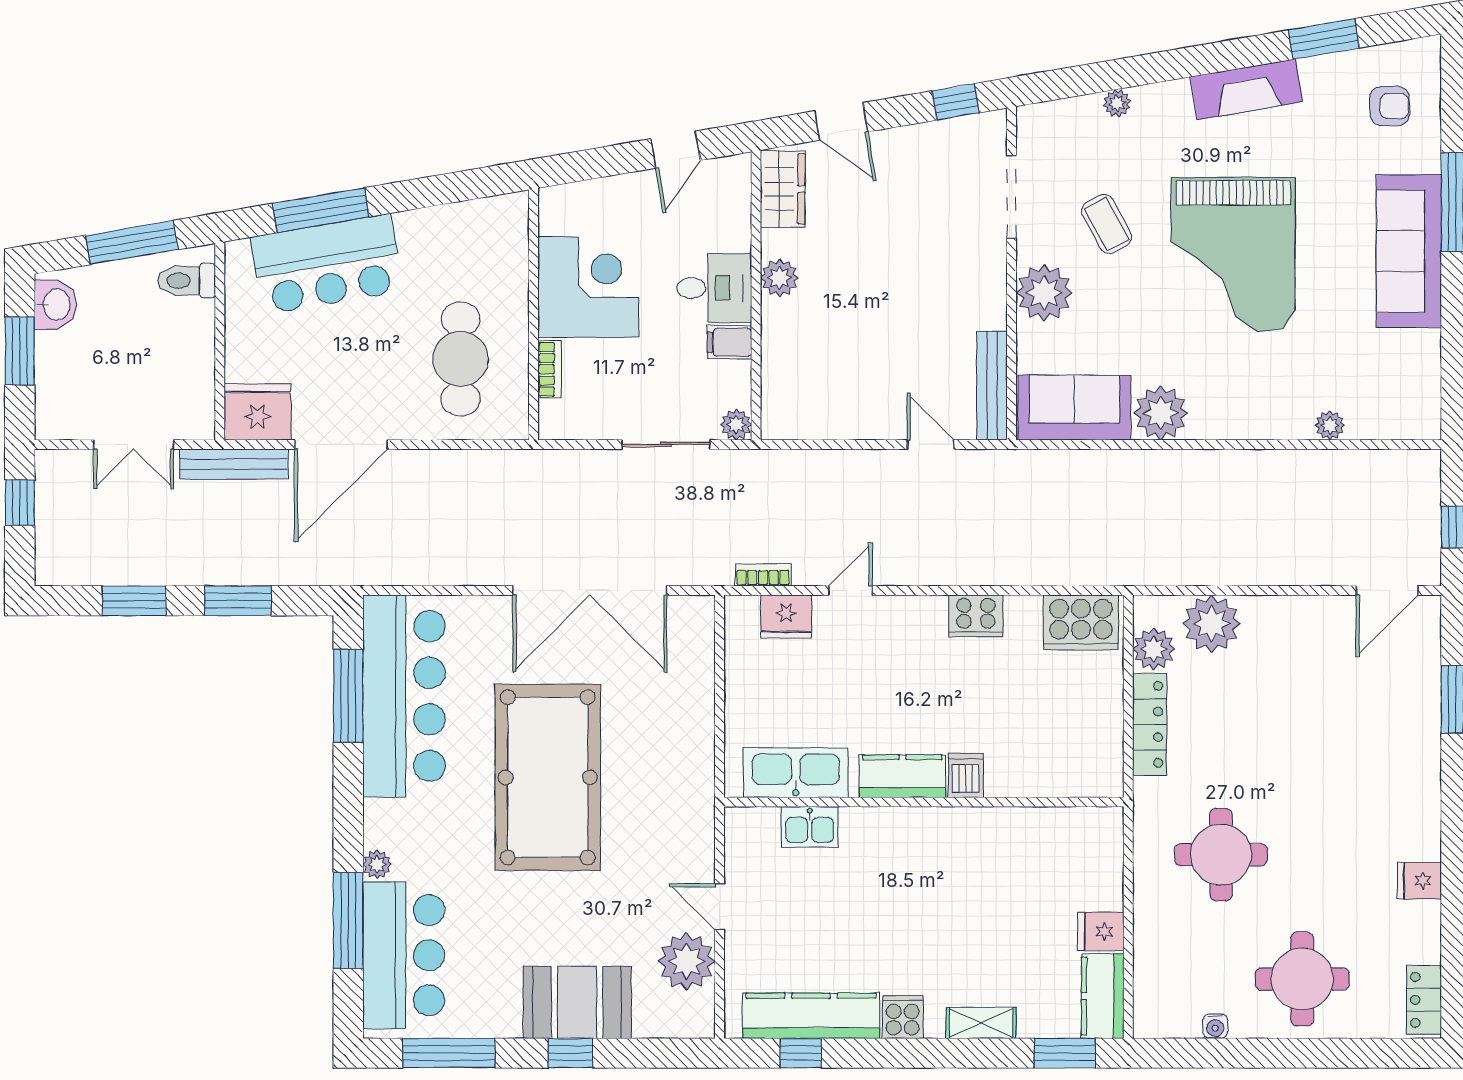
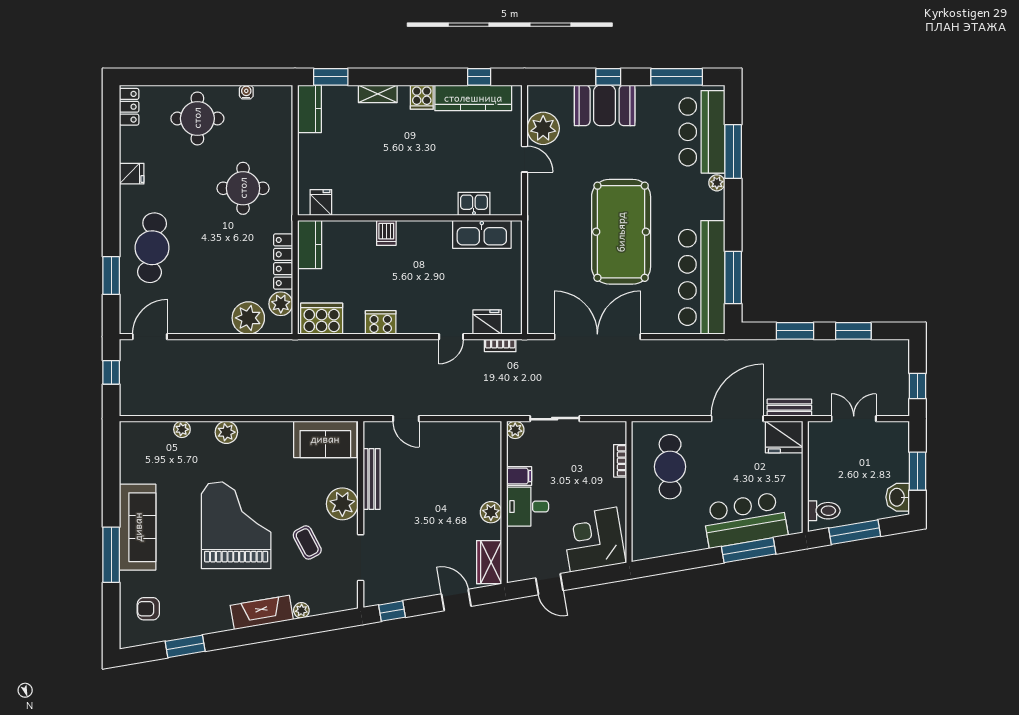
fireplace: (1246, 89) -> (262, 612), moved
door: (675, 150) -> (549, 584), swing flipped
corner desk: (588, 287) -> (594, 540), moved, turned 80
bench: (992, 385) -> (372, 479), moved
plant: (1161, 413) -> (226, 432), moved, width x0.73, depth x0.73
bench: (234, 464) -> (789, 408), width x0.73
cafe table: (1383, 749) -> (152, 248), added
kitchen counter: (902, 776) -> (310, 244), moved, turned -90
fridge: (1101, 931) -> (321, 202), moved, turned -90

